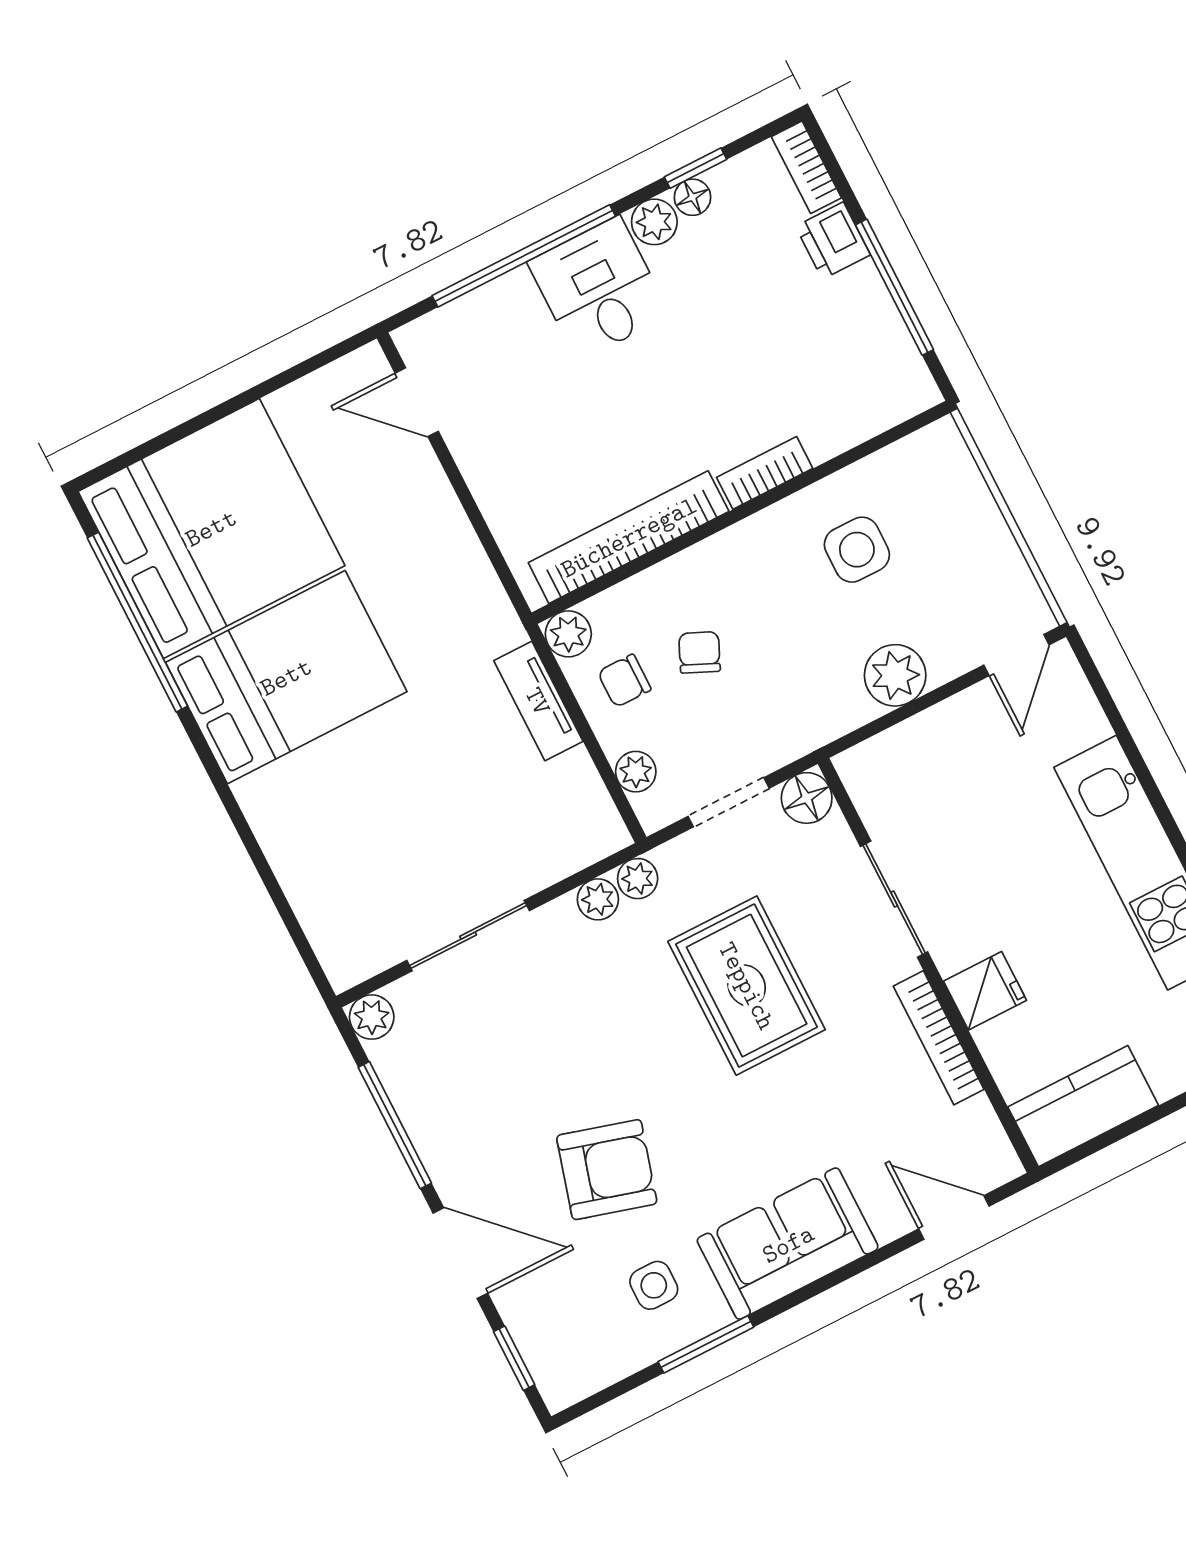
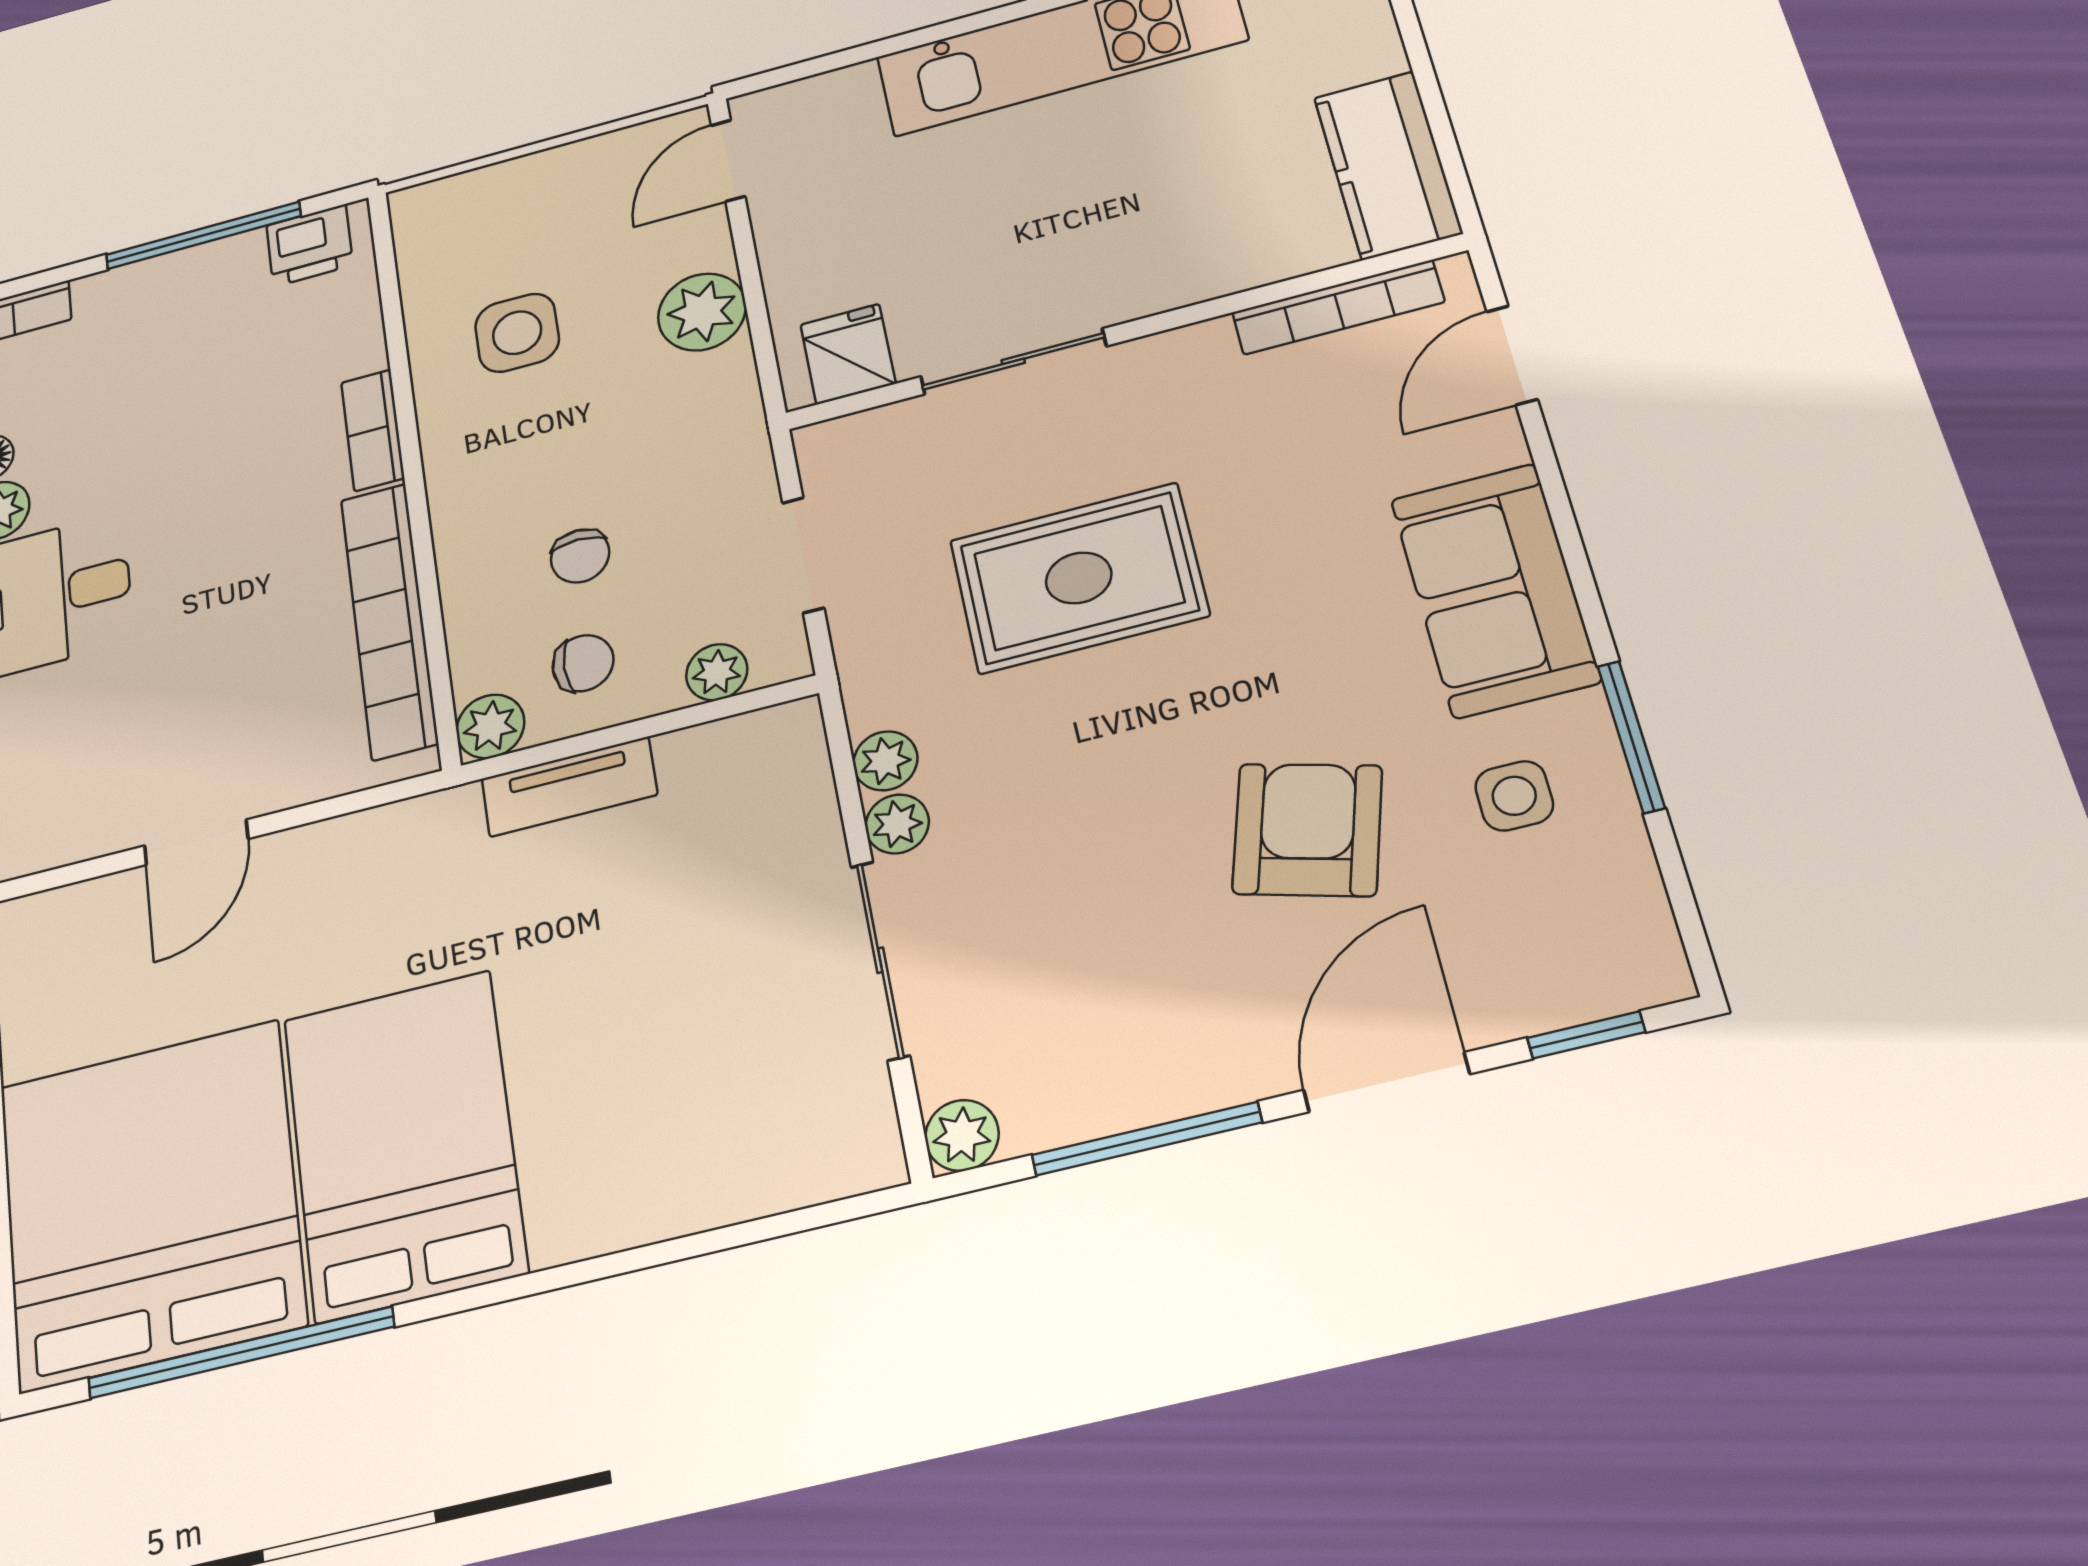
printer: (833, 241) -> (310, 245), moved
door: (417, 402) -> (196, 842), moved
chair: (699, 652) -> (580, 556), turned -114
door: (1016, 655) -> (728, 161), swing flipped
chair: (624, 681) -> (583, 663), turned -90
floor lamp: (807, 798) -> (832, 451), removed
plant: (638, 879) -> (897, 824), moved
fridge: (985, 991) -> (848, 354), moved
bookcase: (939, 1038) -> (1338, 307), moved

